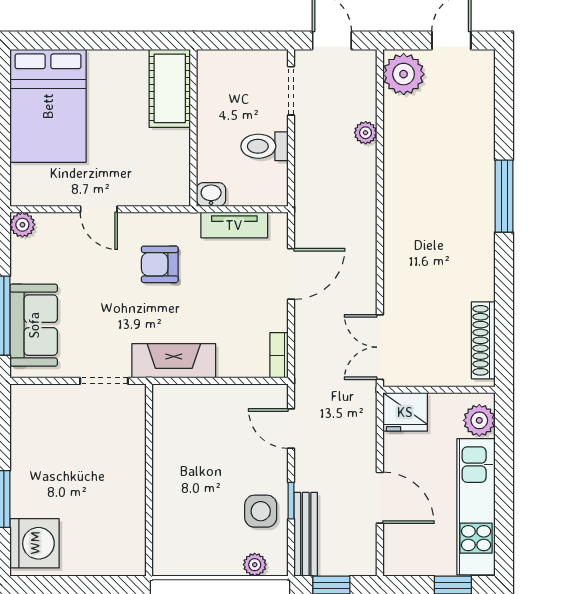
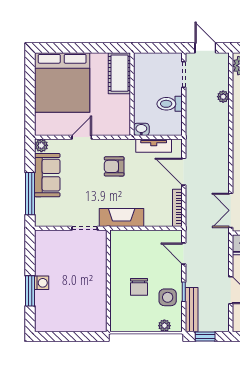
bed: (48, 106) -> (62, 82), width x1.36
door: (99, 209) -> (82, 137), swing flipped
door: (291, 274) -> (184, 172), swing flipped
sofa: (34, 325) -> (47, 175), moved
bookcase: (279, 355) -> (177, 208), width x1.56
chair: (206, 492) -> (139, 287), added
washing machine: (35, 543) -> (42, 283), moved, width x0.53, depth x0.53

